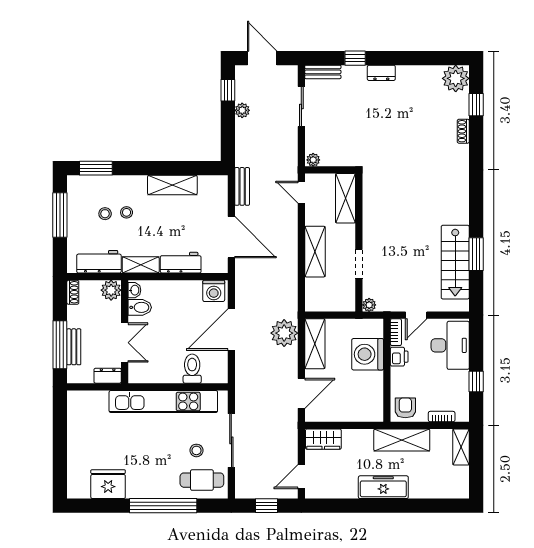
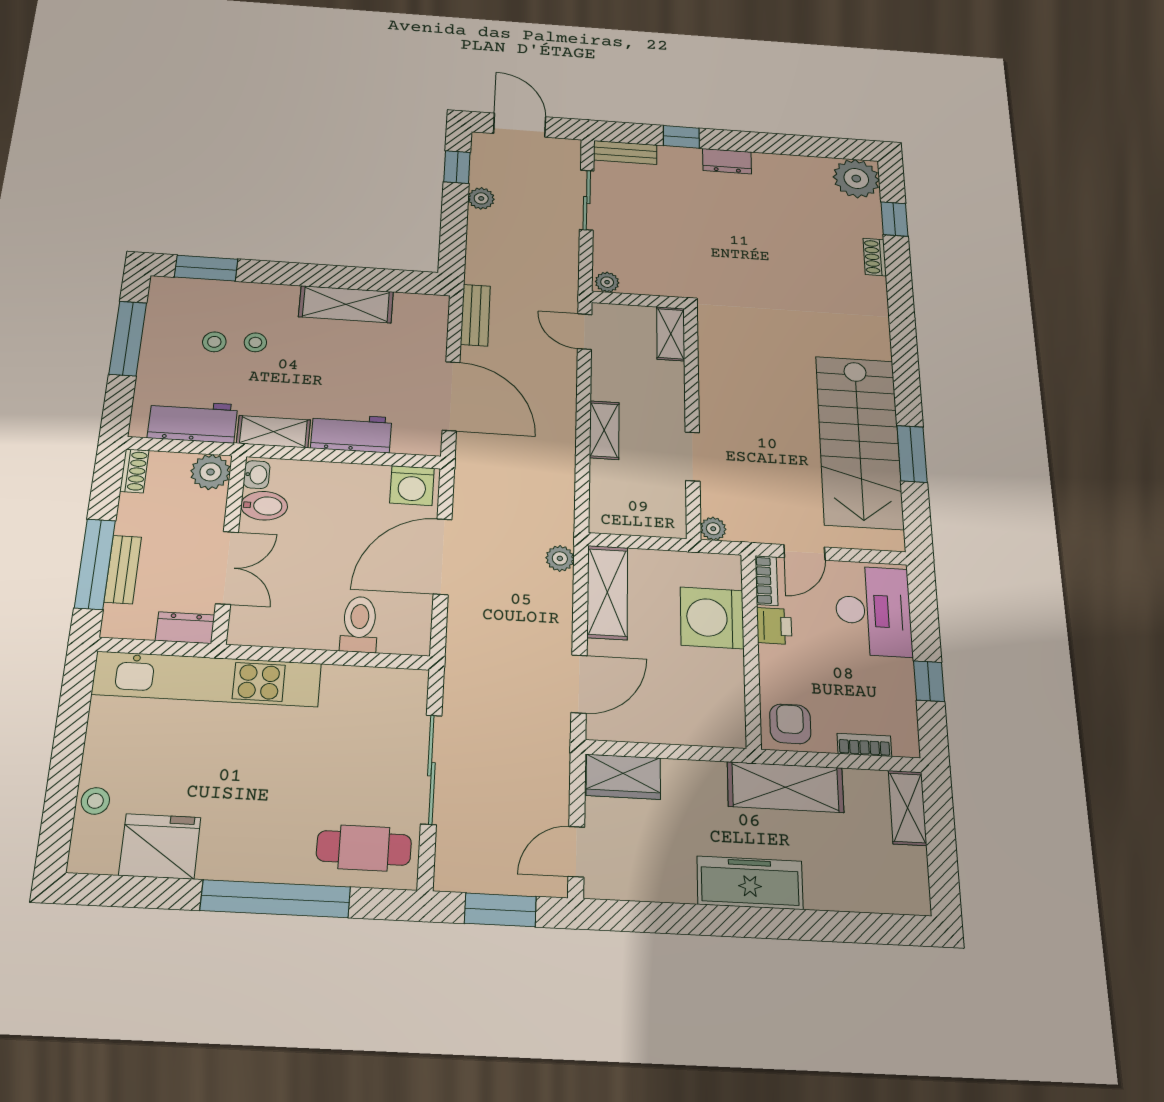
shelving: (346, 198) -> (671, 334), width x0.67, depth x0.75
shelving: (315, 252) -> (604, 430), width x0.67, depth x0.75
stairs: (455, 262) -> (859, 441), width x1.36, depth x1.51
plant: (284, 333) -> (560, 558), width x0.53, depth x0.53
kitchen unit: (163, 401) -> (207, 679), moved
stool: (196, 450) -> (95, 801), moved
window: (267, 506) -> (500, 910), width x1.50

